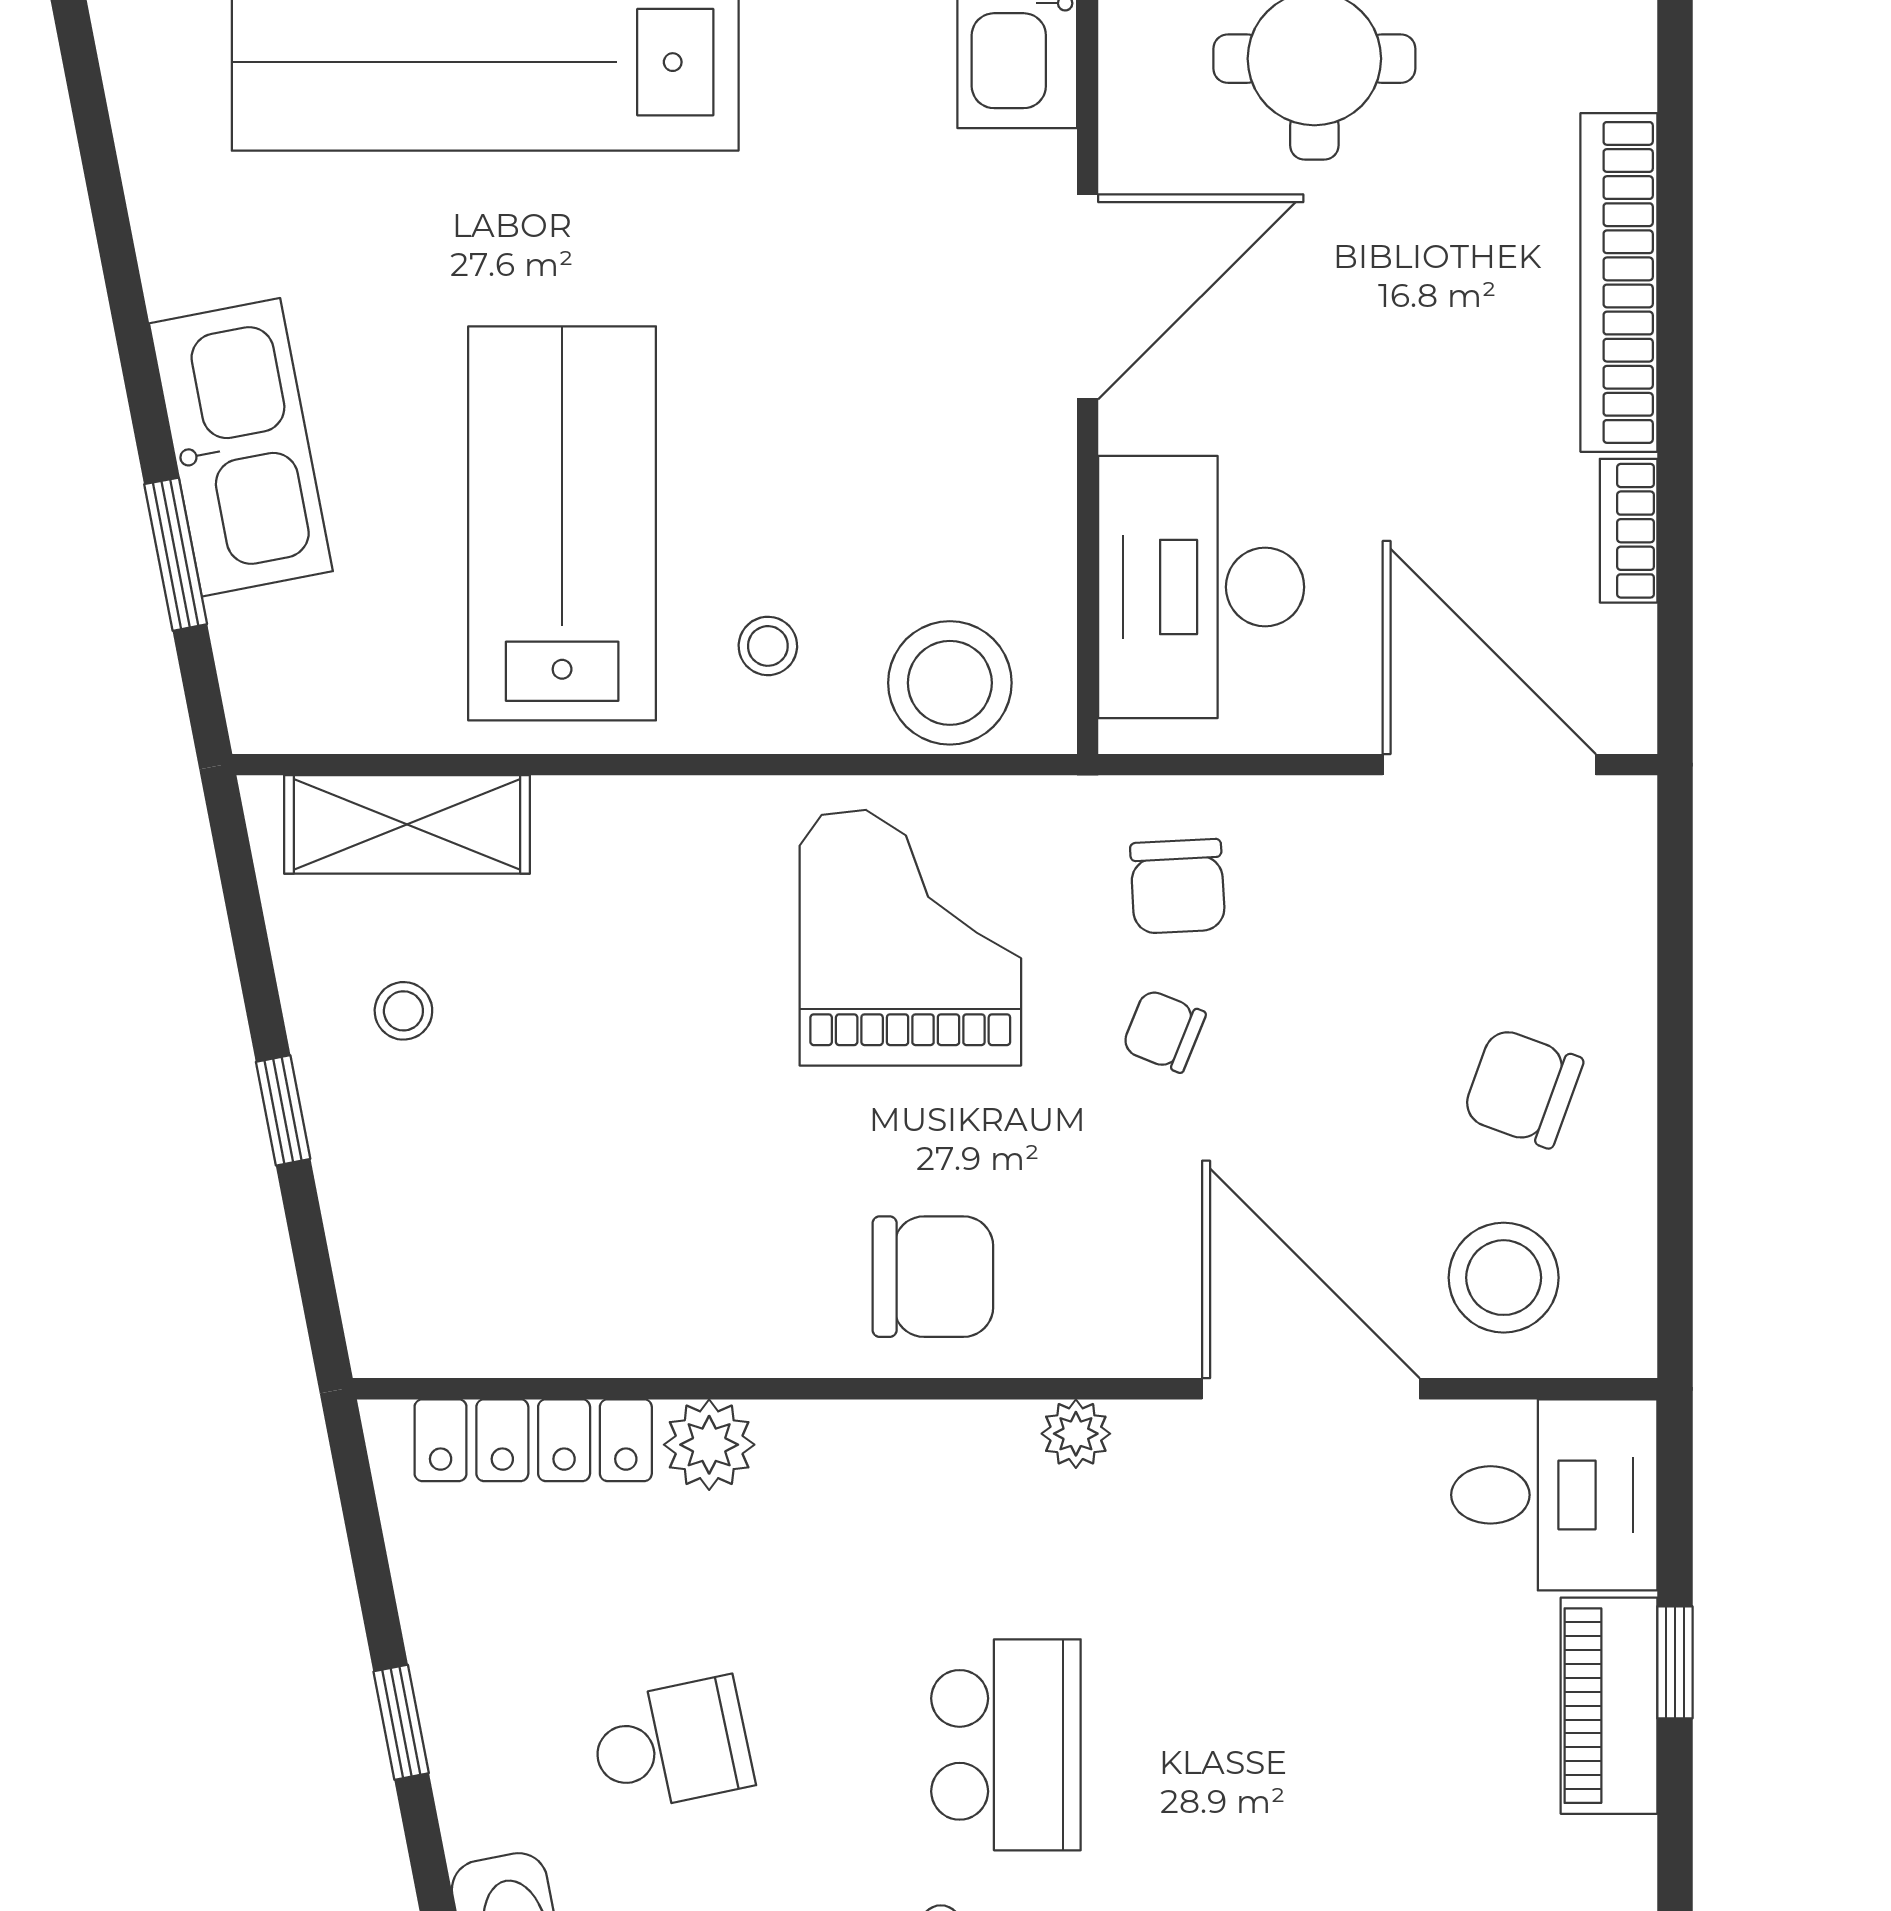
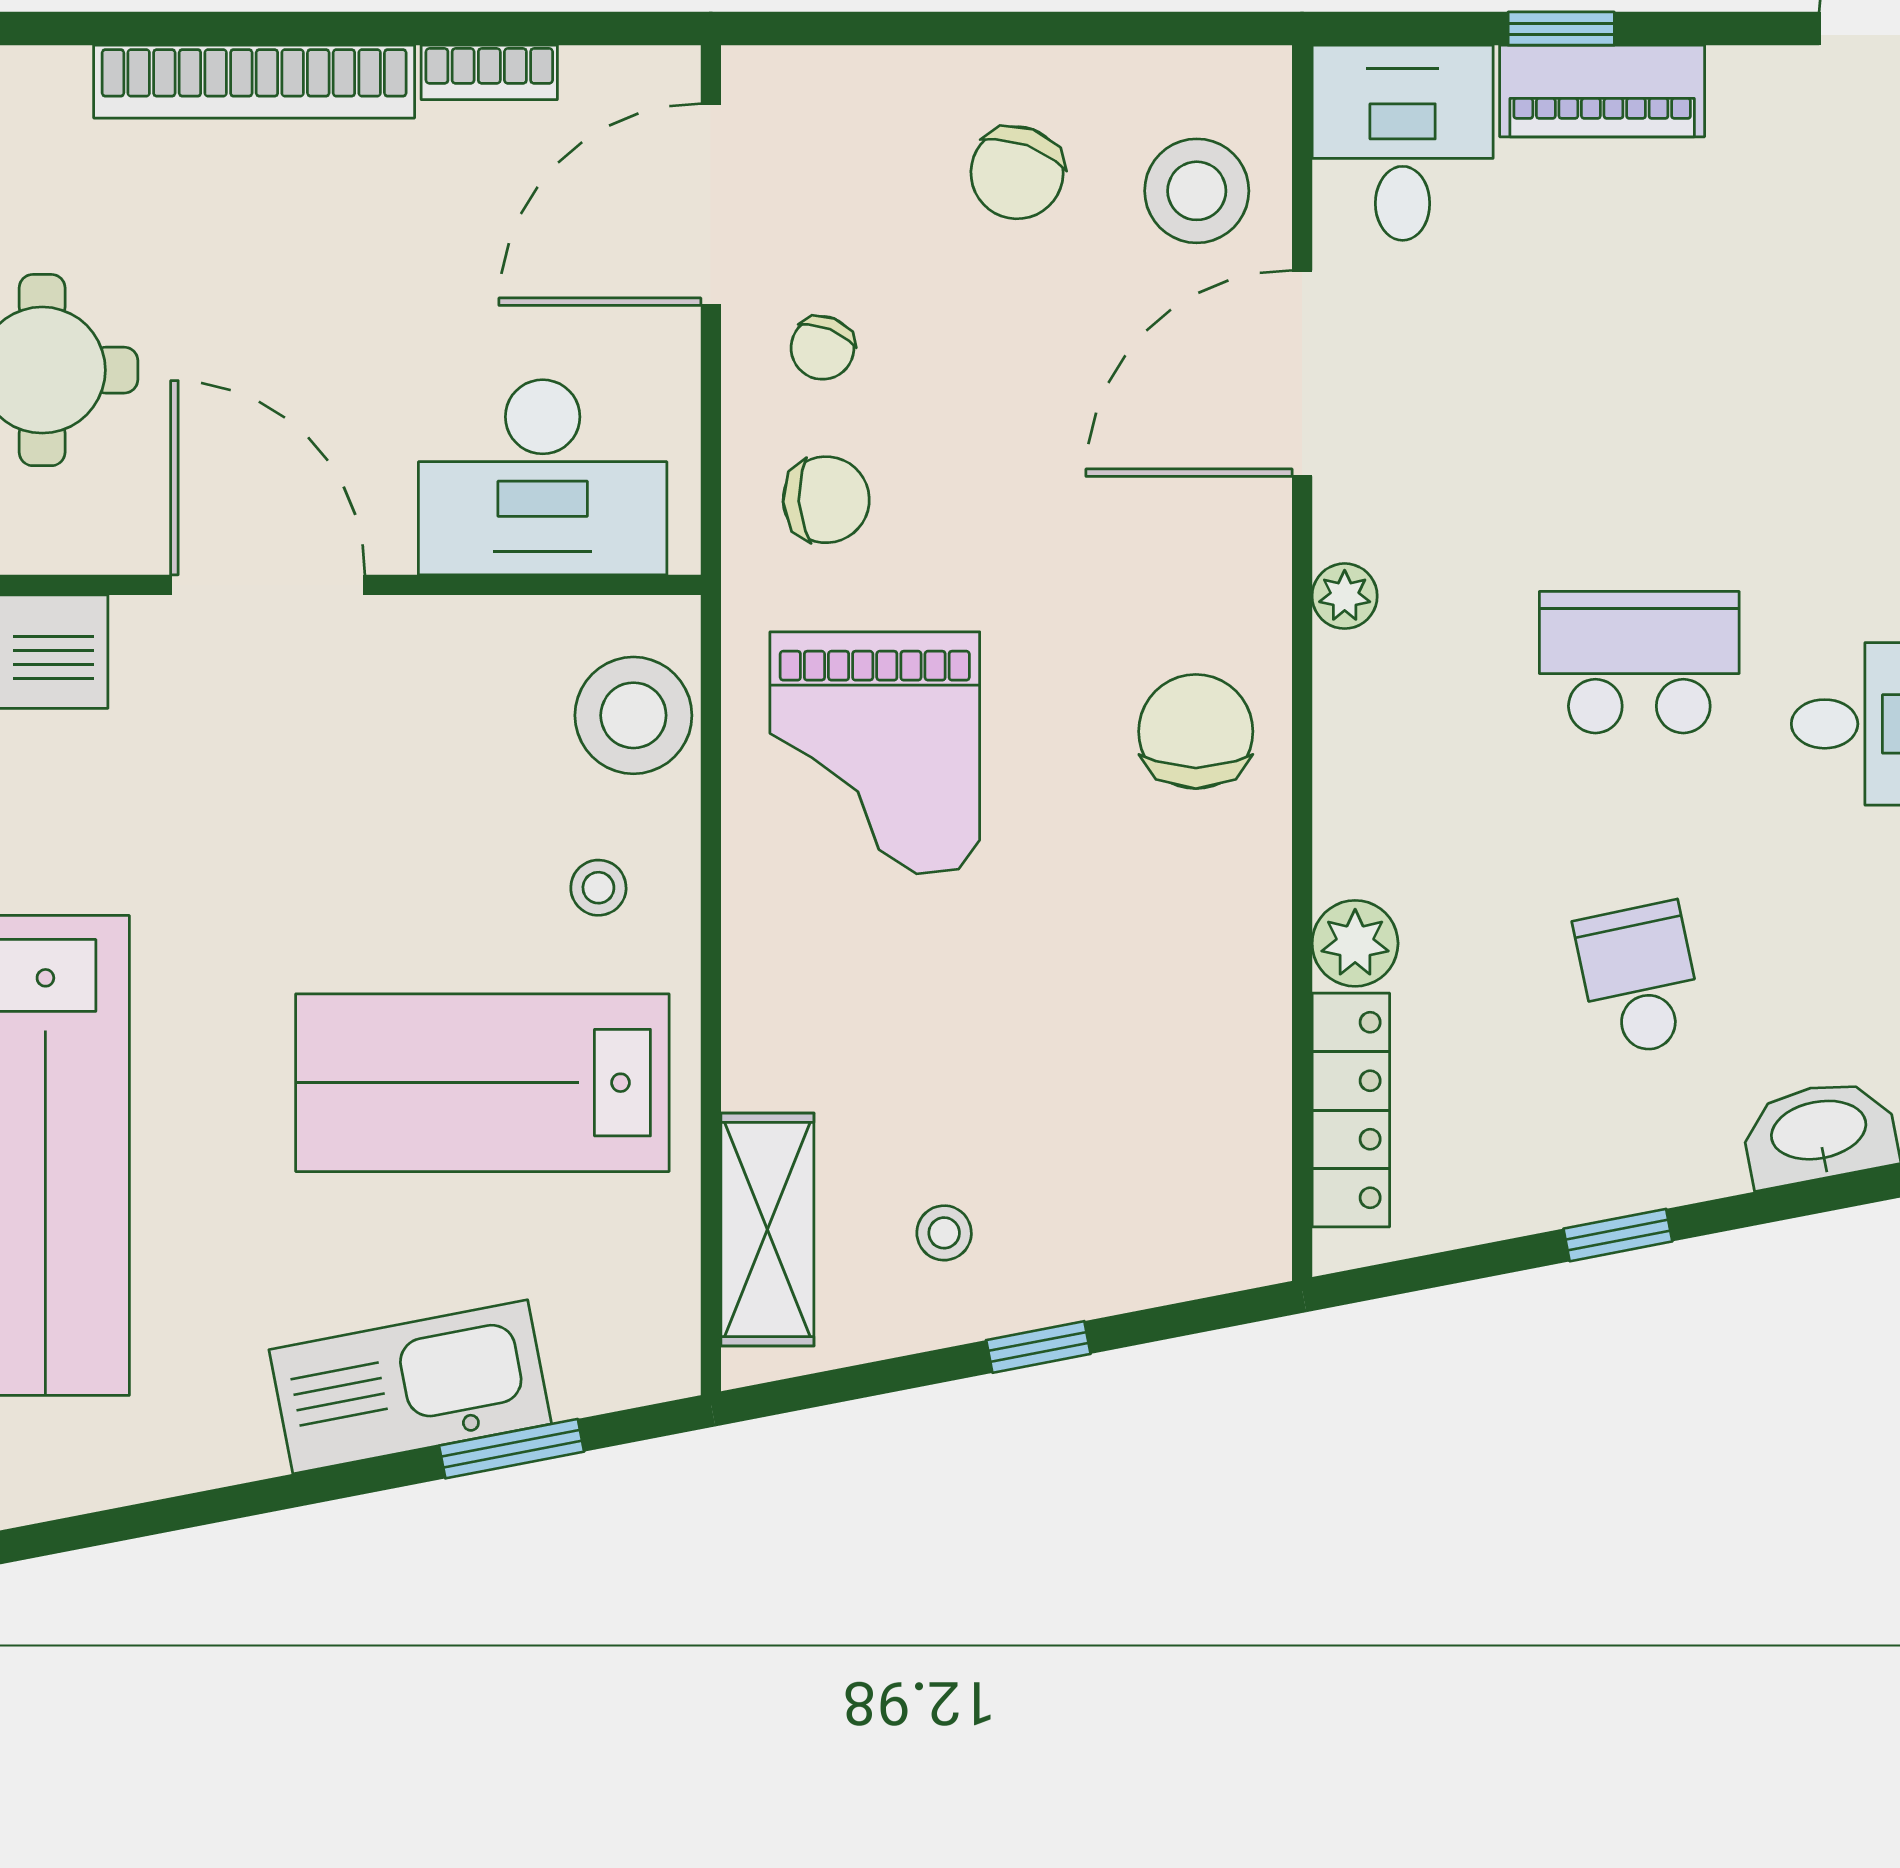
grand piano: (910, 938) -> (875, 753), turned -90
chair: (1164, 1031) -> (822, 348), moved

